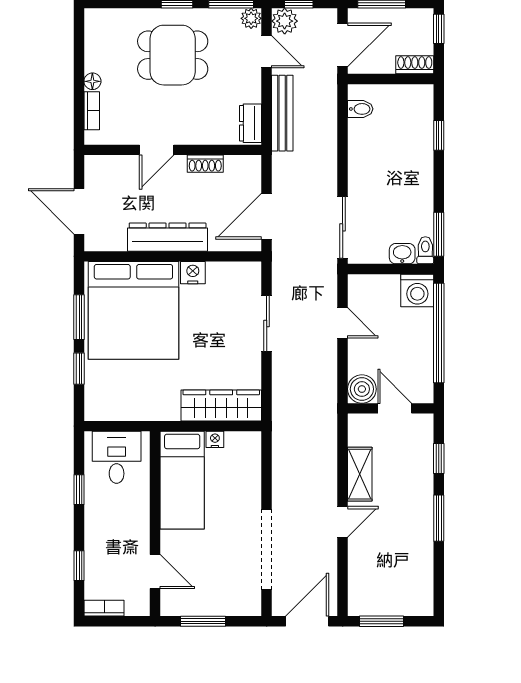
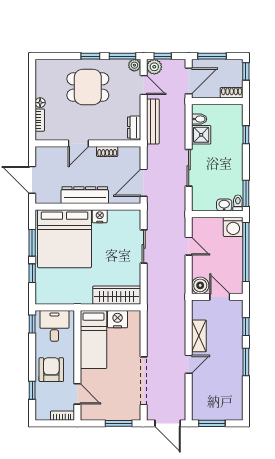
shower: (364, 136) -> (201, 135), added
sliding door: (343, 227) -> (189, 168), moved
nightstand: (215, 439) -> (118, 319), width x1.89, depth x1.79
window: (79, 490) -> (32, 324), moved
armchair: (111, 531) -> (51, 370), added
bookcase: (104, 608) -> (62, 416), moved
window: (203, 621) -> (119, 423), moved
door: (307, 621) -> (168, 423), swing flipped

